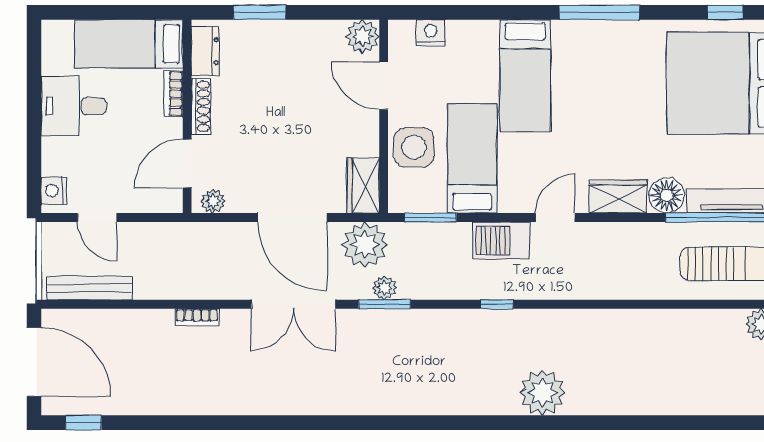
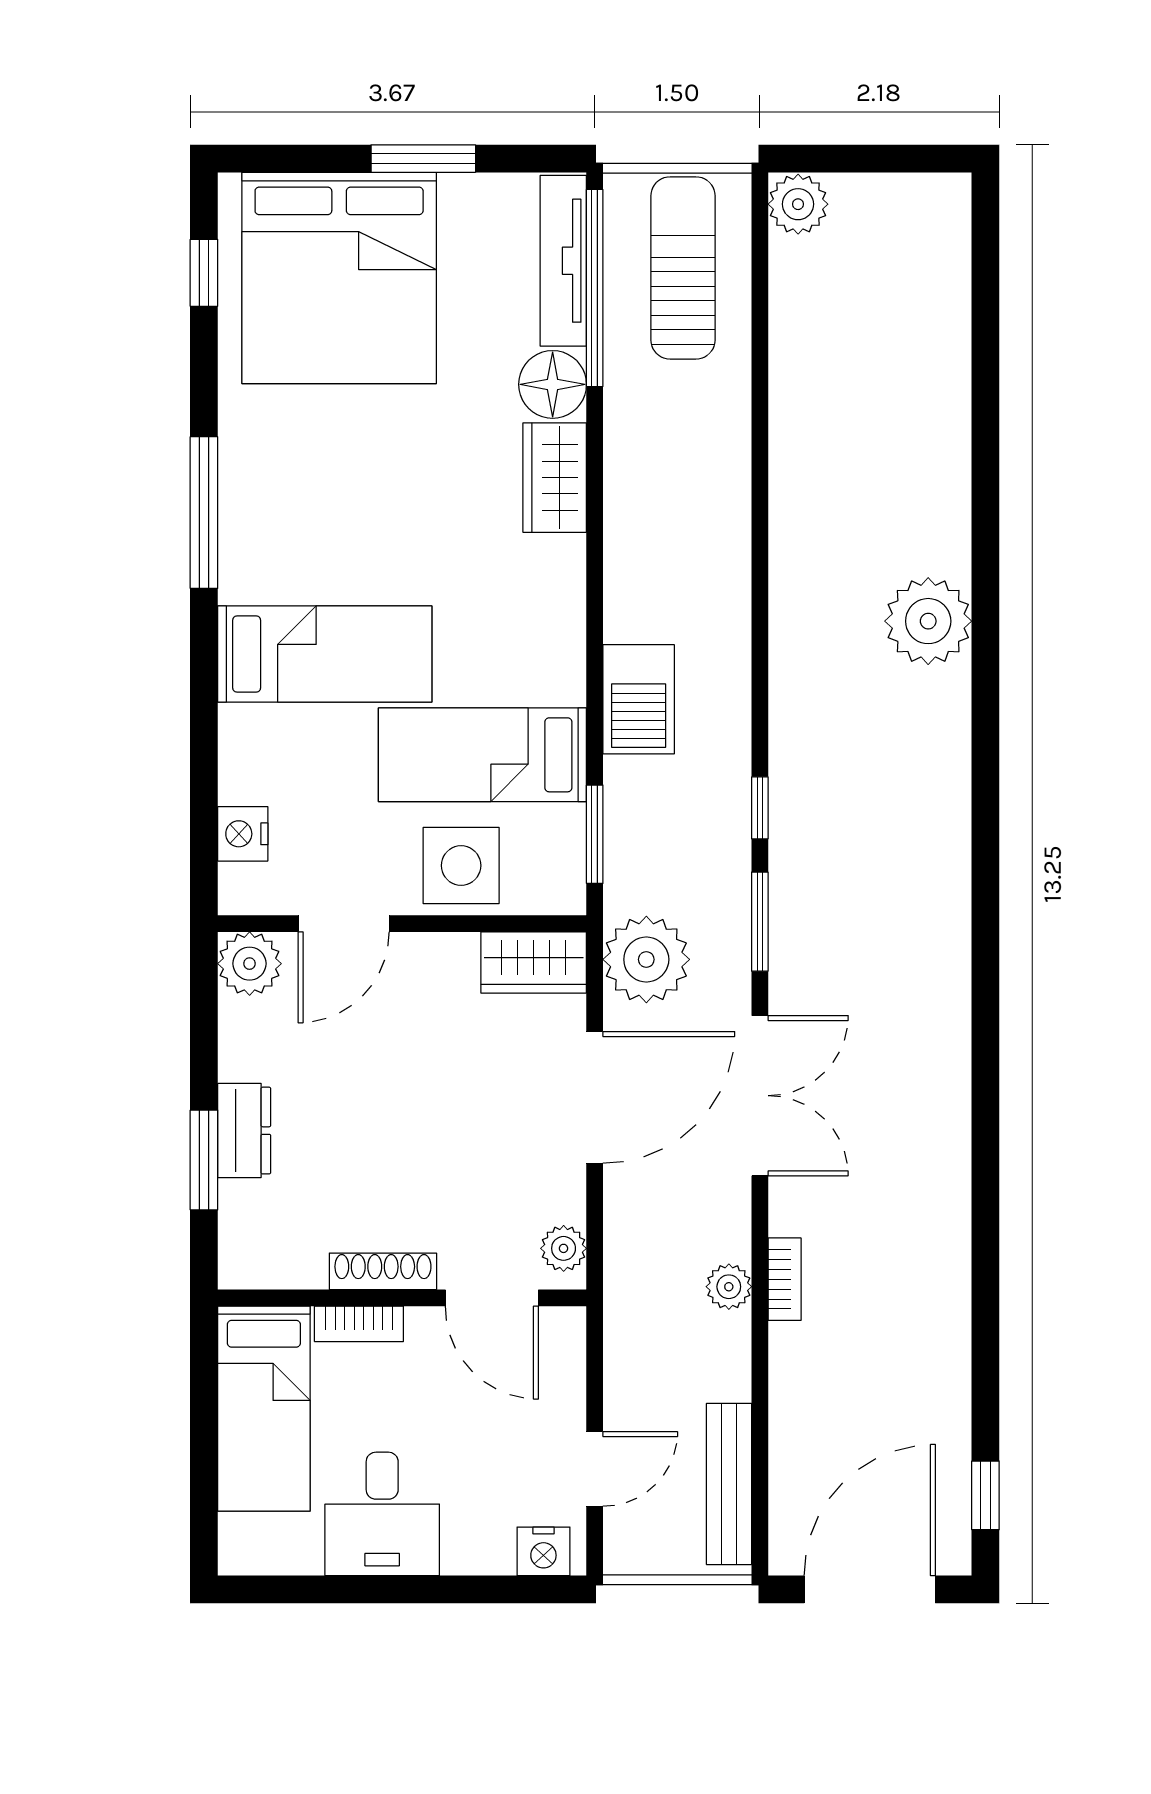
dresser: (205, 51) -> (244, 1131), moved, turned 90
door: (555, 218) -> (595, 597), removed
plant: (384, 288) -> (729, 1287), moved
window: (497, 304) -> (760, 808), moved

